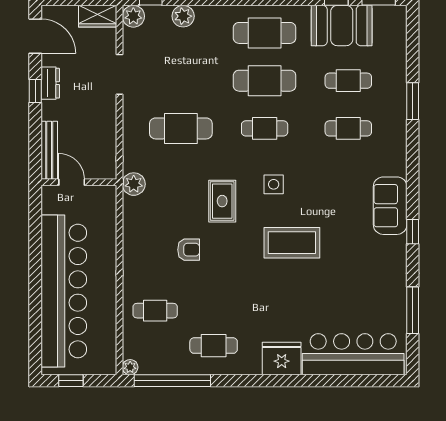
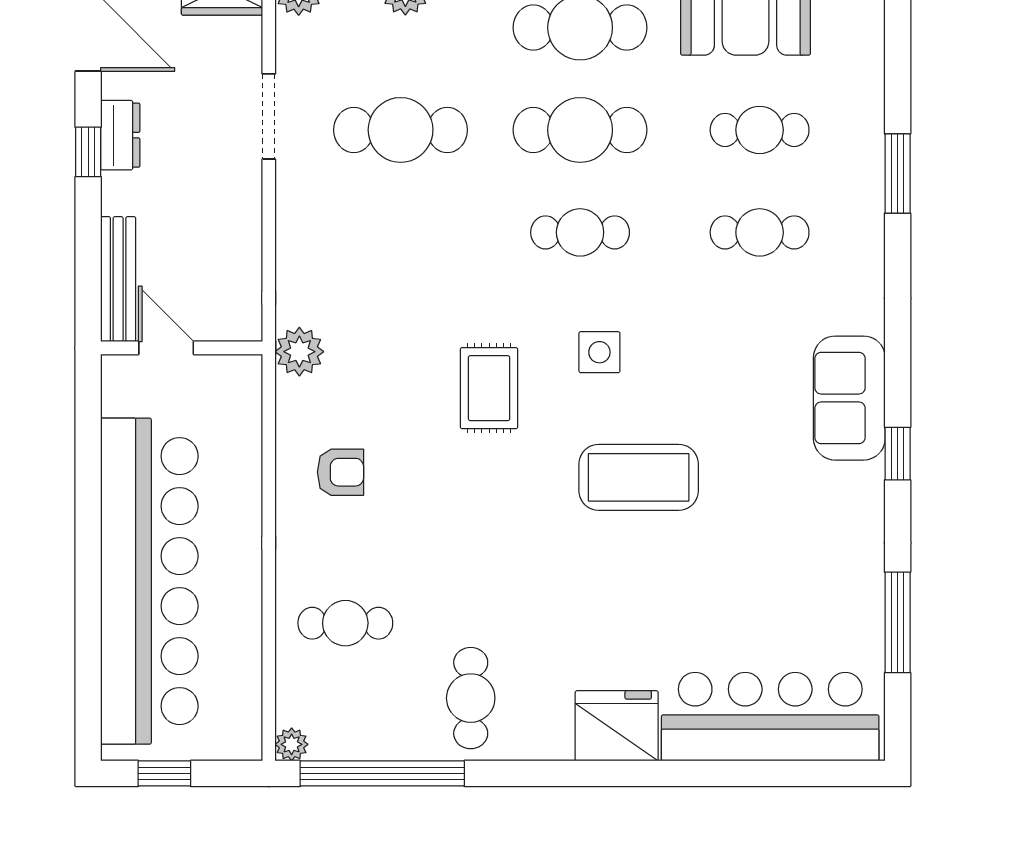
cafe table: (181, 128) -> (401, 130), moved
armchair: (189, 250) -> (340, 472), moved
cafe table: (214, 346) -> (471, 698), turned 90

